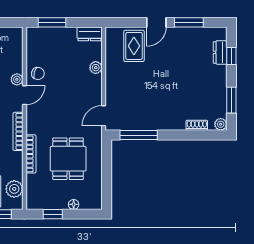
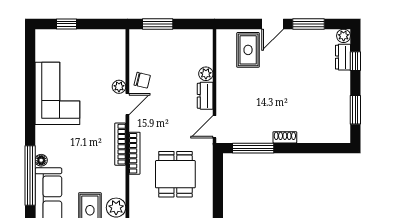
dresser: (89, 34) -> (205, 96), moved, turned 90
plant: (221, 124) -> (344, 36), moved
shoe rack: (197, 125) -> (285, 137), moved
bookcase: (31, 154) -> (134, 153), moved

